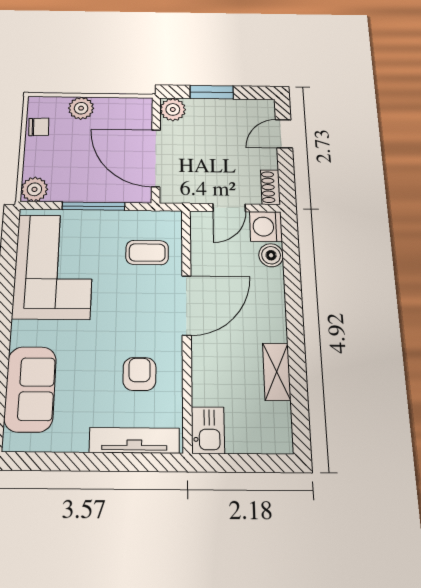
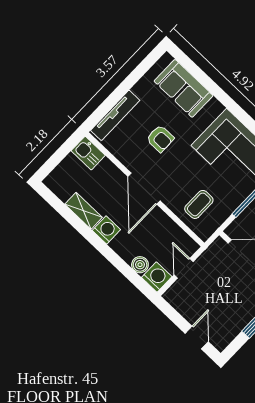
shoe rack: (270, 187) -> (175, 300), removed
door: (187, 305) -> (144, 189), moved
washing machine: (272, 326) -> (106, 230), added
armchair: (139, 374) -> (160, 139), moved

